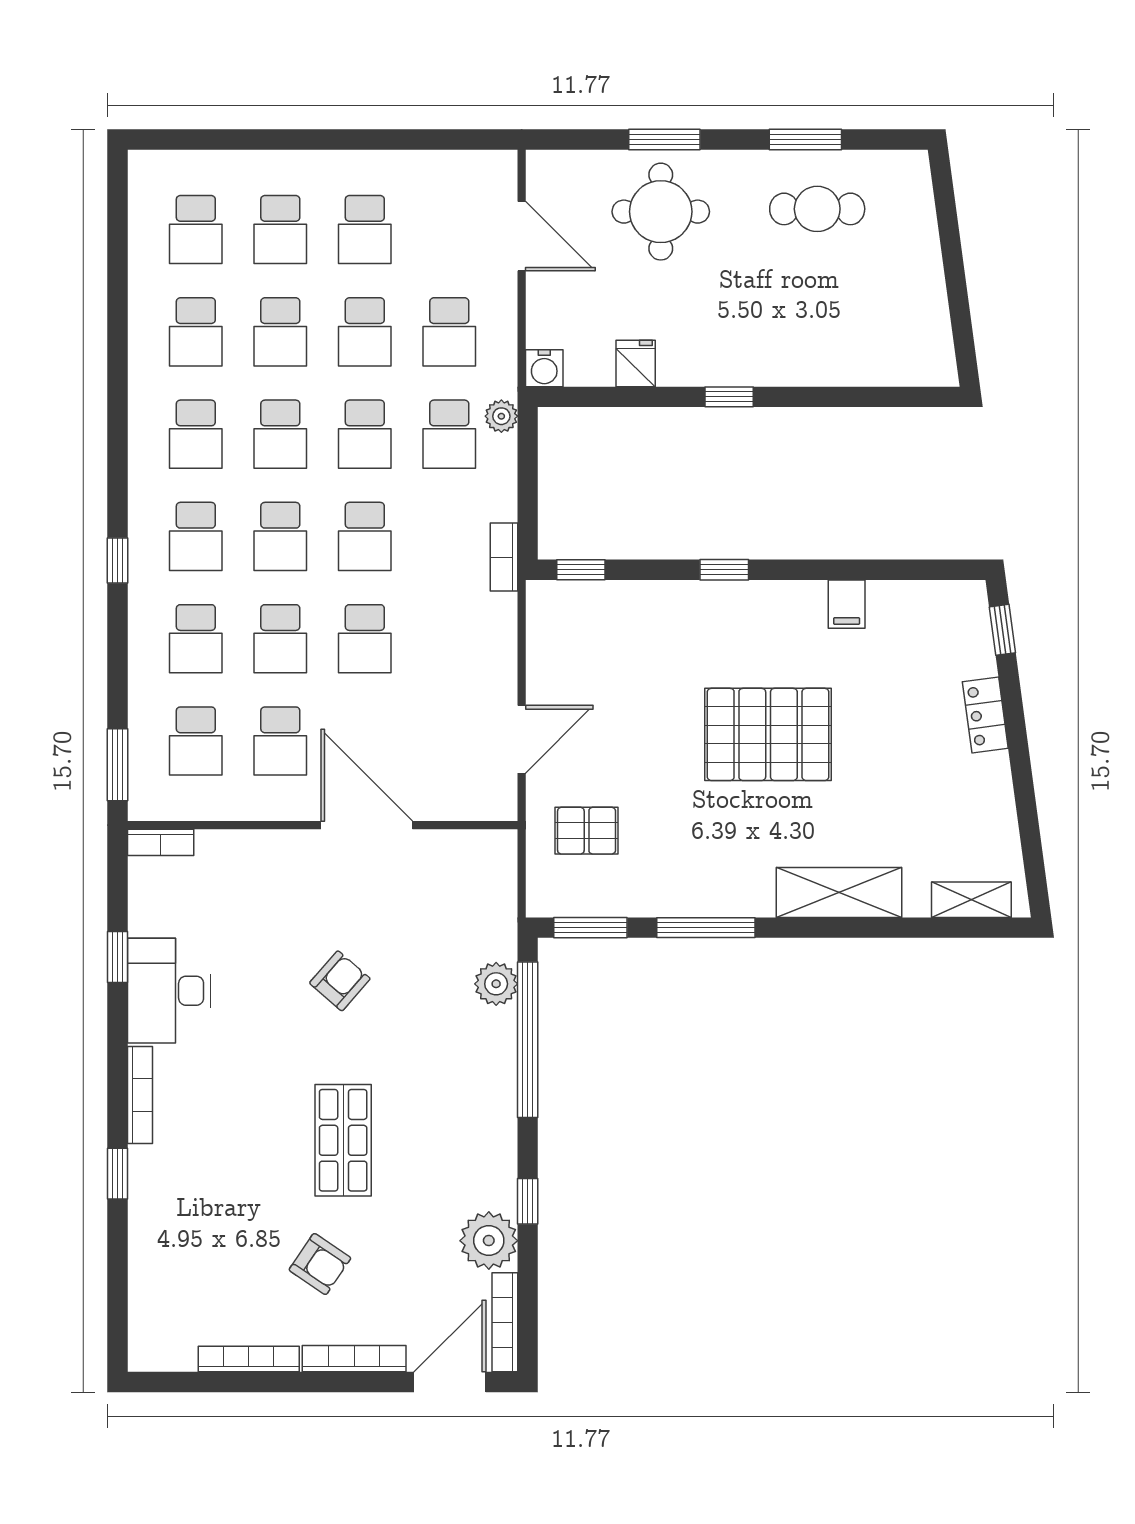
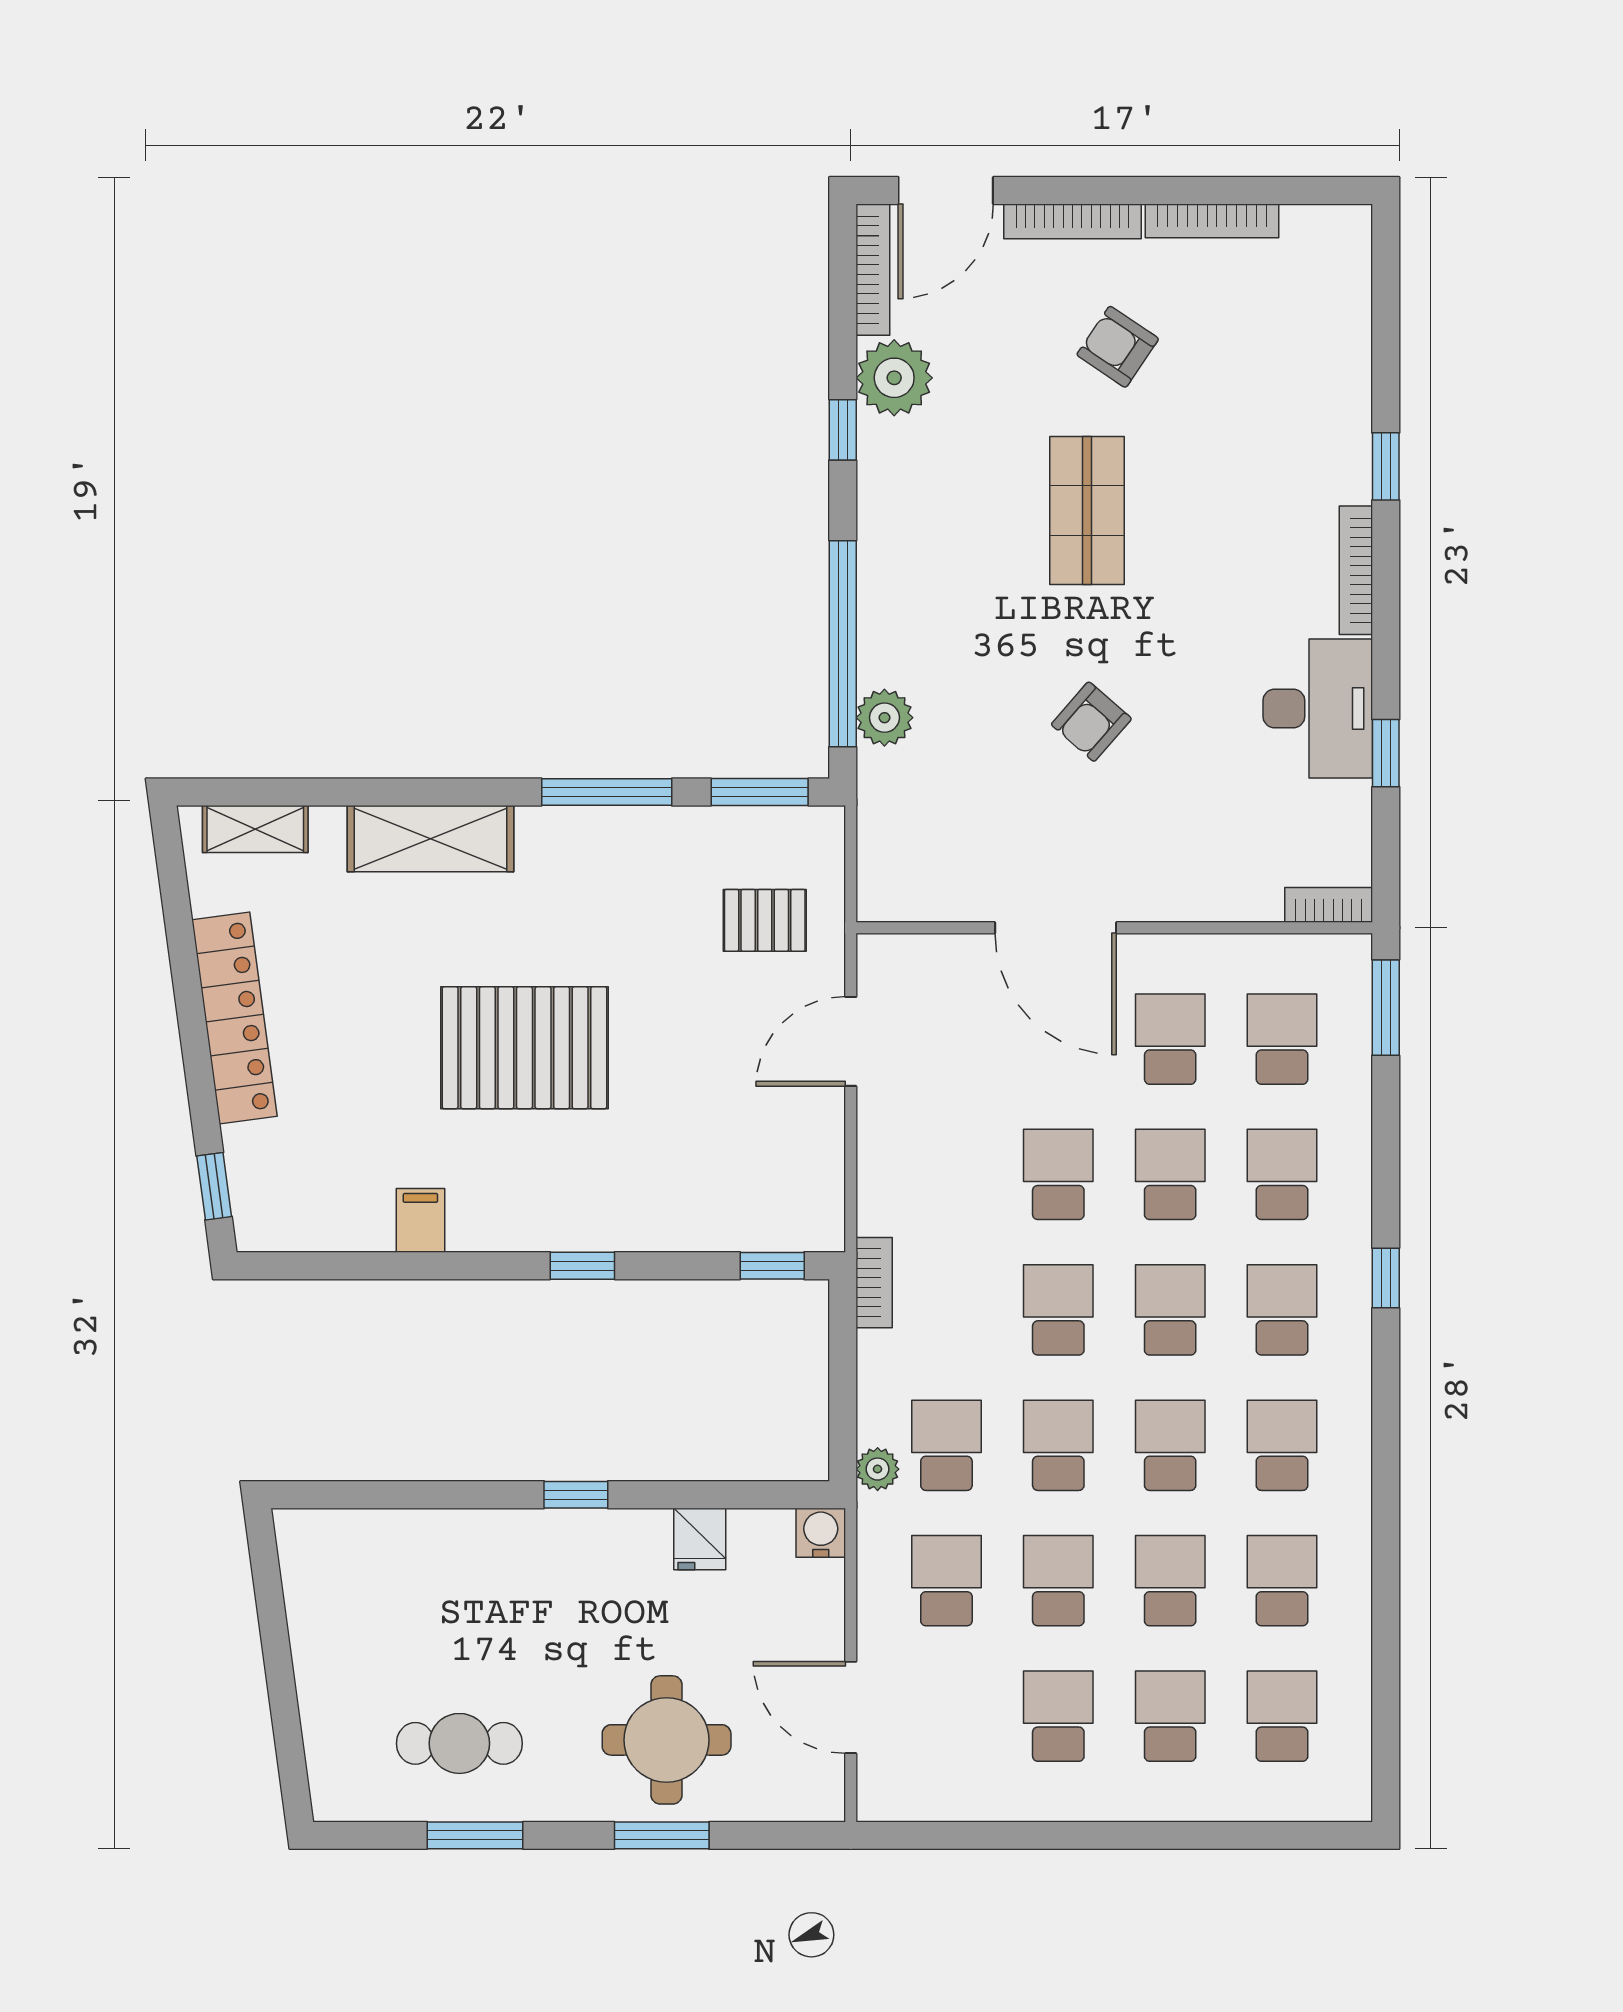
locker: (985, 715) -> (234, 1018), width x2.16, depth x1.21

